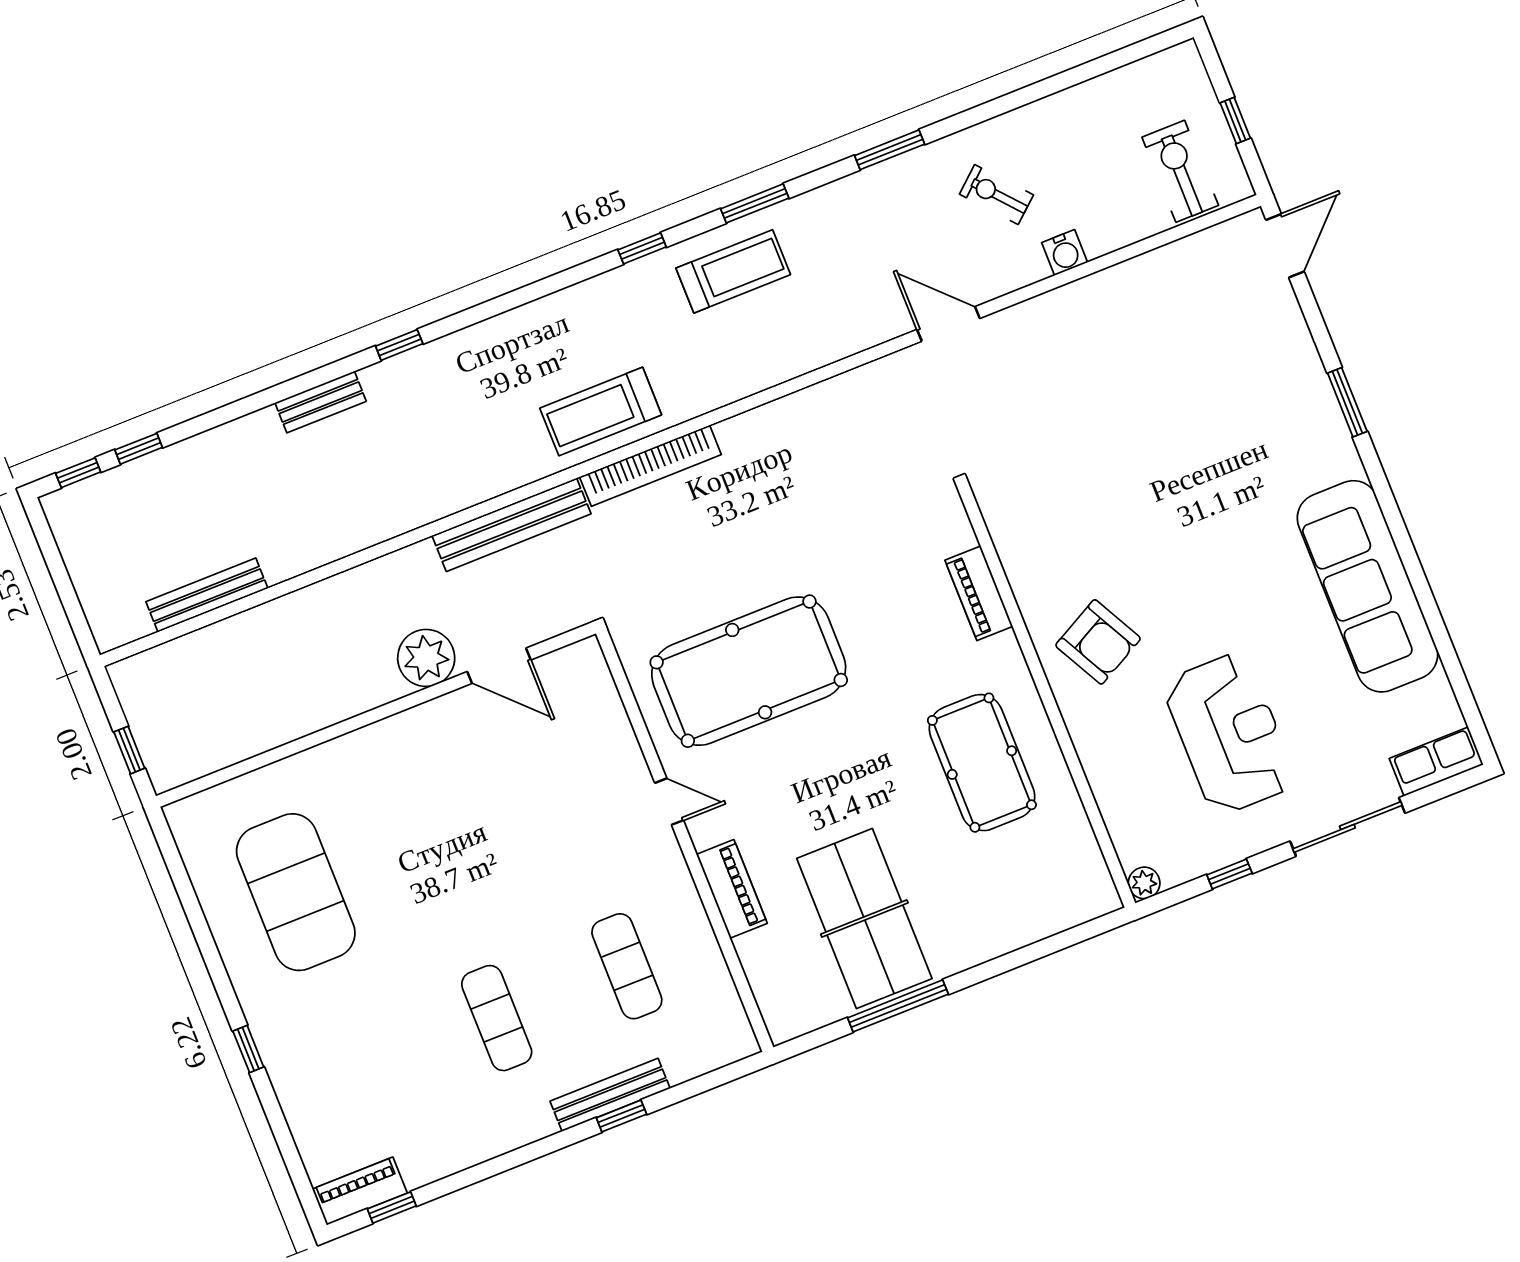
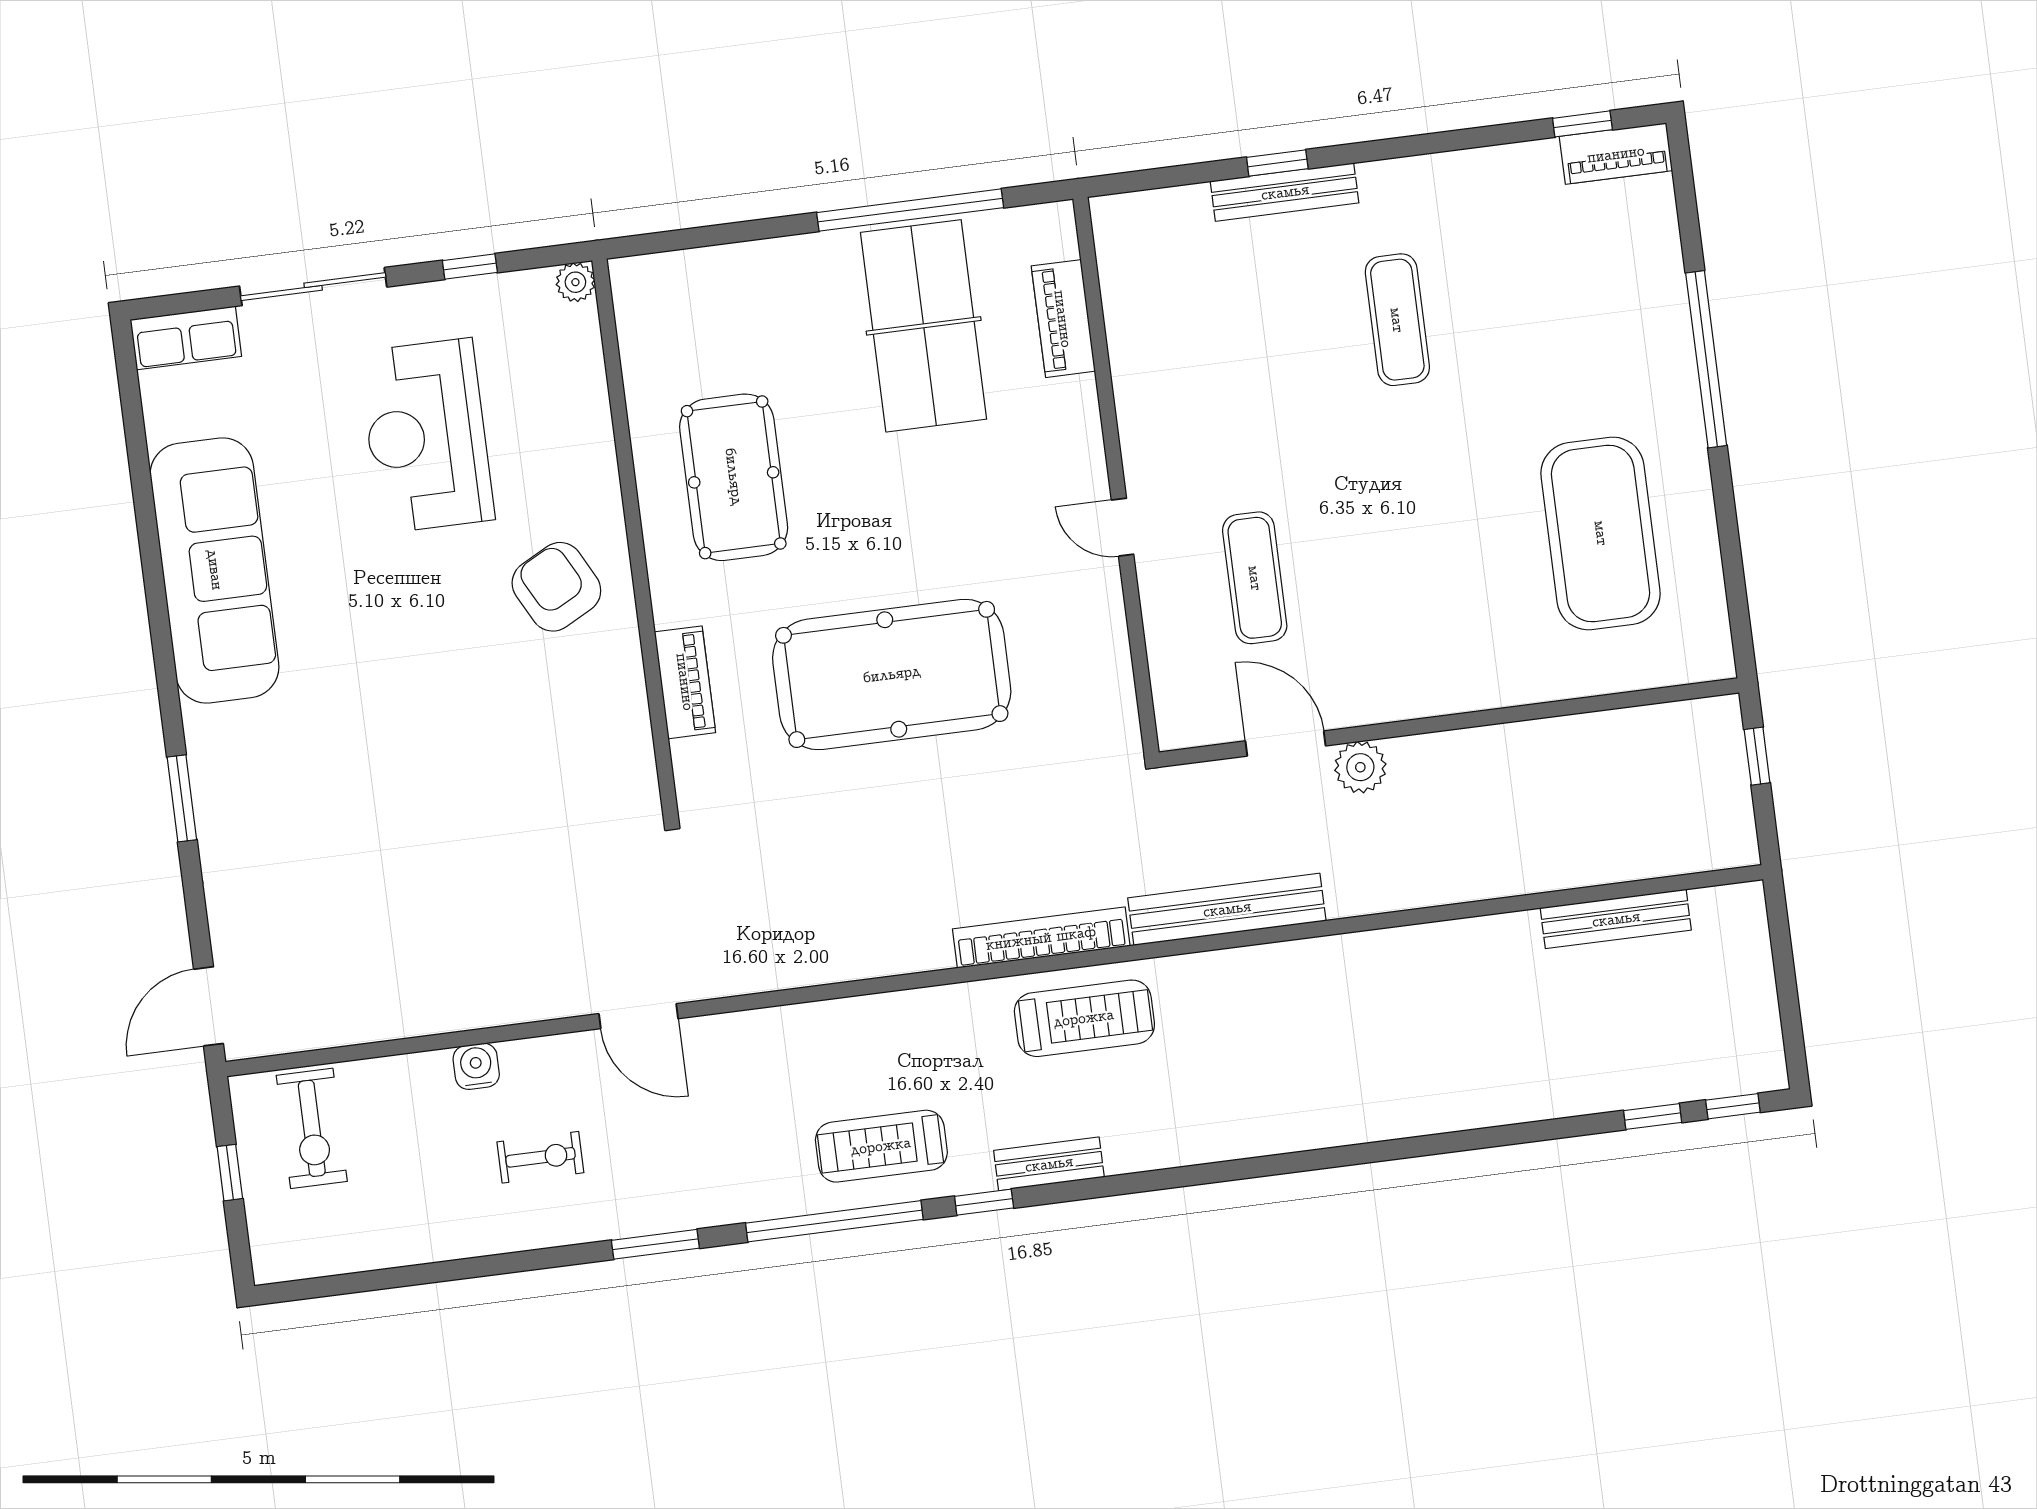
exercise bike: (996, 195) -> (540, 1157), turned -49
window: (755, 203) -> (834, 1221), width x2.11
window: (399, 345) -> (1307, 1161), removed
bench: (321, 402) -> (1049, 1164), moved
plant: (426, 658) -> (1360, 767), width x0.73, depth x0.73
pool table: (749, 671) -> (892, 674), moved
piano: (732, 889) -> (1063, 319), moved
exercise mat: (627, 966) -> (1255, 578), moved
window: (898, 1006) -> (910, 210), width x1.46
window: (248, 1049) -> (1706, 359), width x3.17

